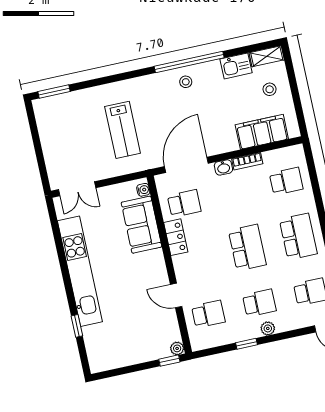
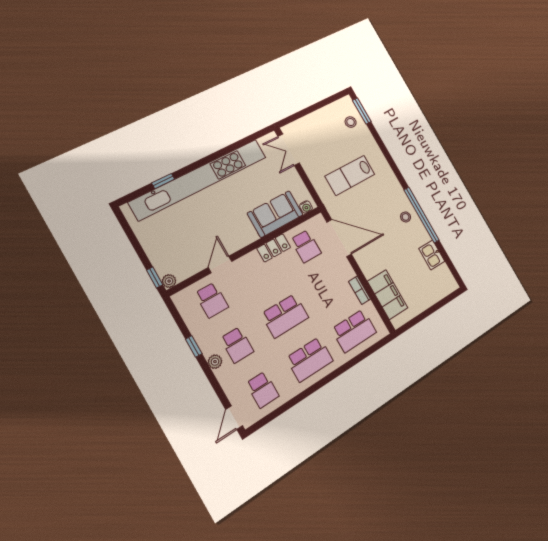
shelving: (267, 56) -> (448, 278), removed
stool: (270, 89) -> (351, 122), moved
washbasin: (223, 167) -> (347, 271), removed
school desk: (286, 181) -> (354, 331), width x1.85
kitchen unit: (80, 271) -> (199, 179), width x1.36

